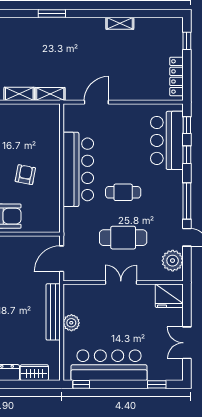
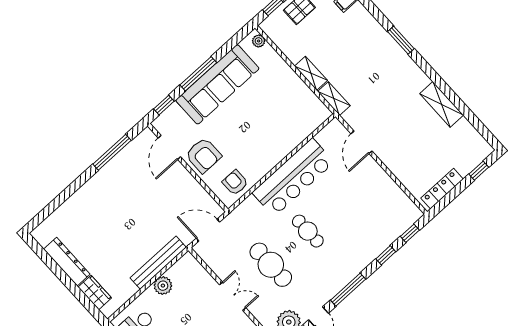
shelving: (120, 23) -> (442, 104), width x1.50, depth x1.33
door: (96, 102) -> (362, 142), swing flipped
bar counter: (167, 140) -> (383, 228), removed
armchair: (25, 175) -> (235, 183), moved, turned -101

